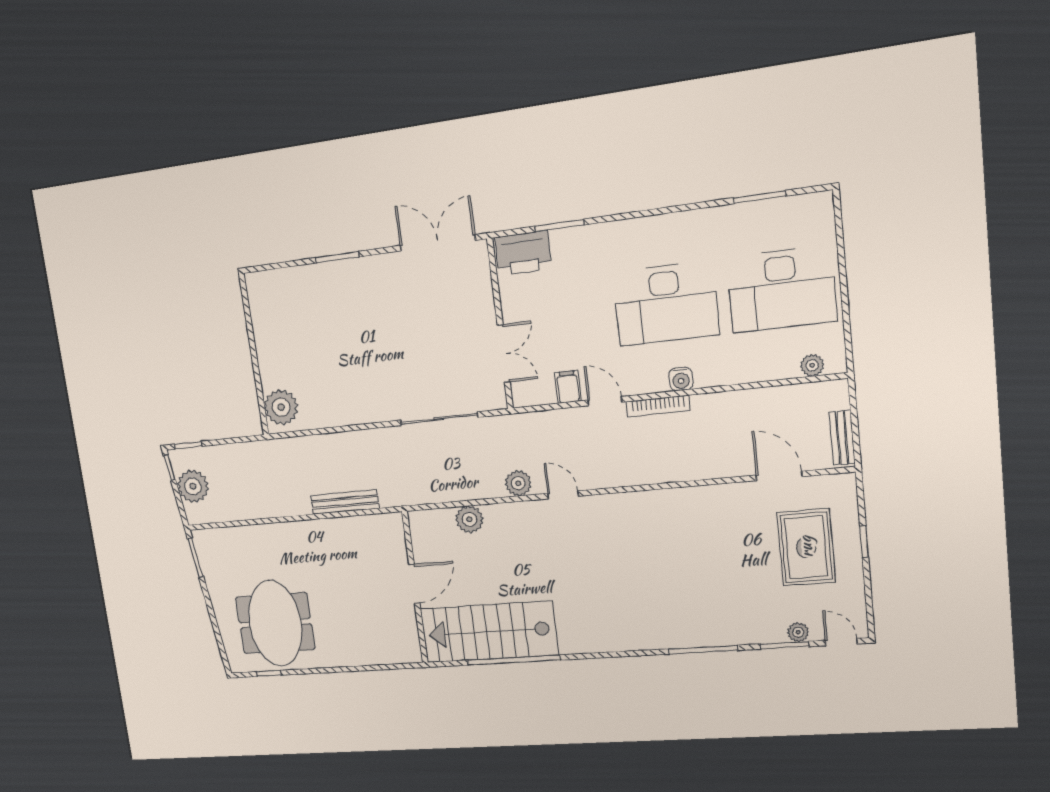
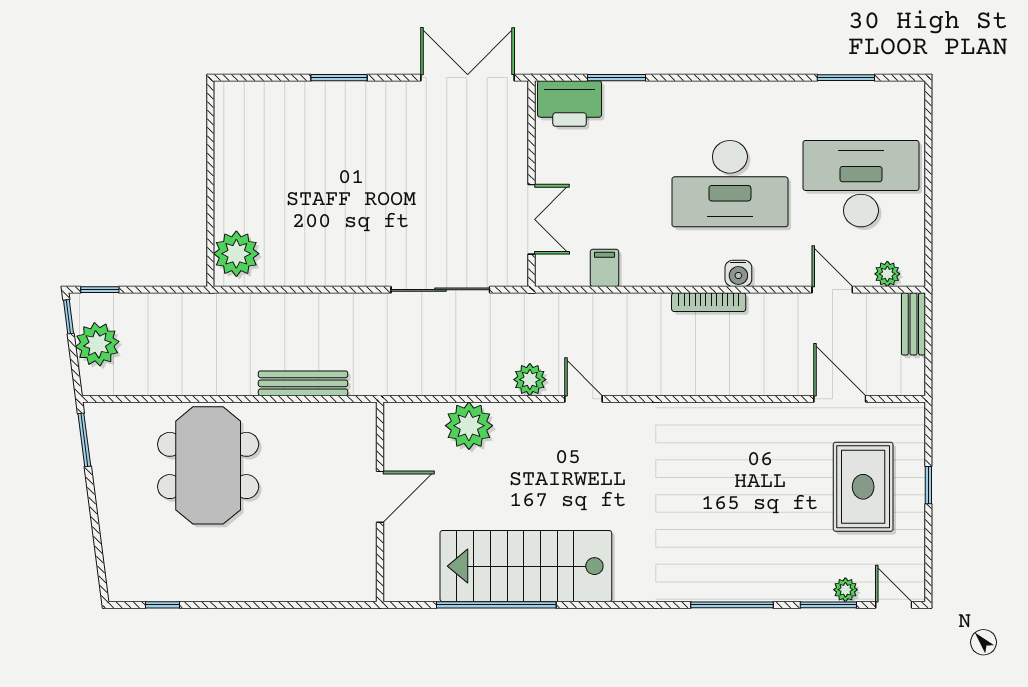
desk: (782, 289) -> (861, 184), turned 180
door: (605, 401) -> (832, 290), moved
bench: (842, 438) -> (913, 324), moved
plant: (469, 519) -> (469, 426), width x1.36, depth x1.36
meeting table: (275, 623) -> (208, 465), moved
stairs: (489, 632) -> (526, 566), moved

